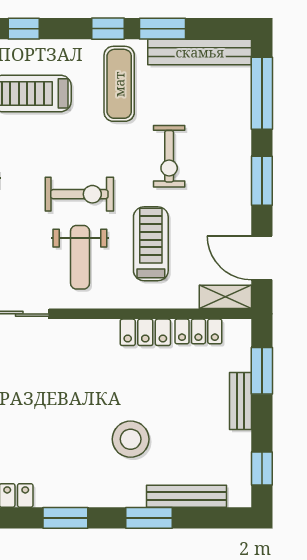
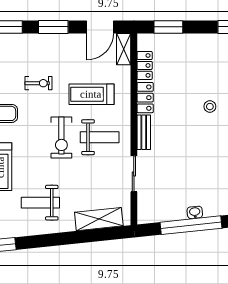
exercise bike: (169, 156) -> (38, 83), width x0.73, depth x0.72
exercise bike: (79, 194) -> (61, 138), turned 180
bench: (240, 401) -> (144, 132), moved, turned 90
stool: (131, 439) -> (210, 107), width x0.53, depth x0.53

